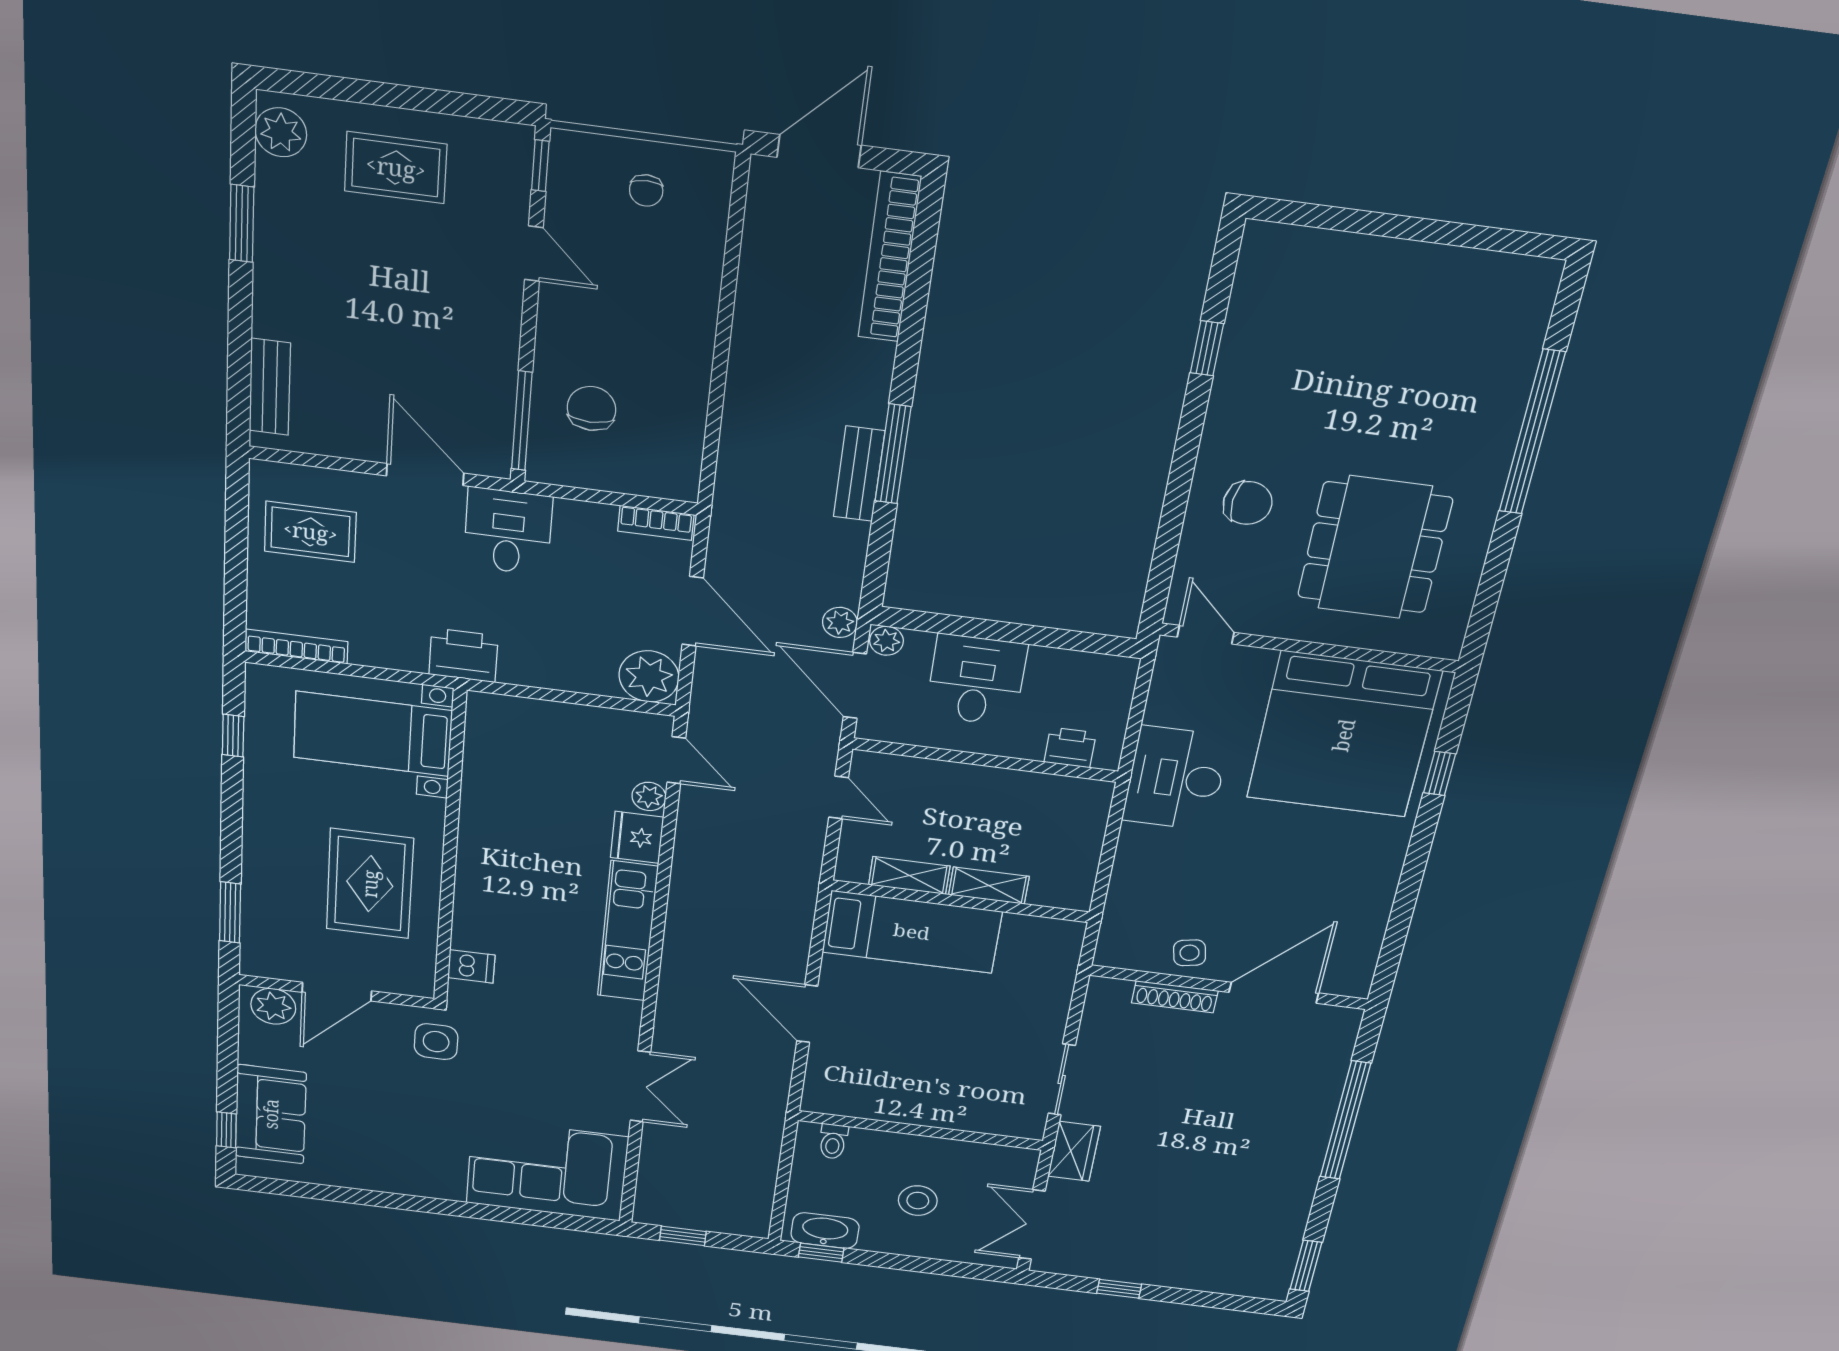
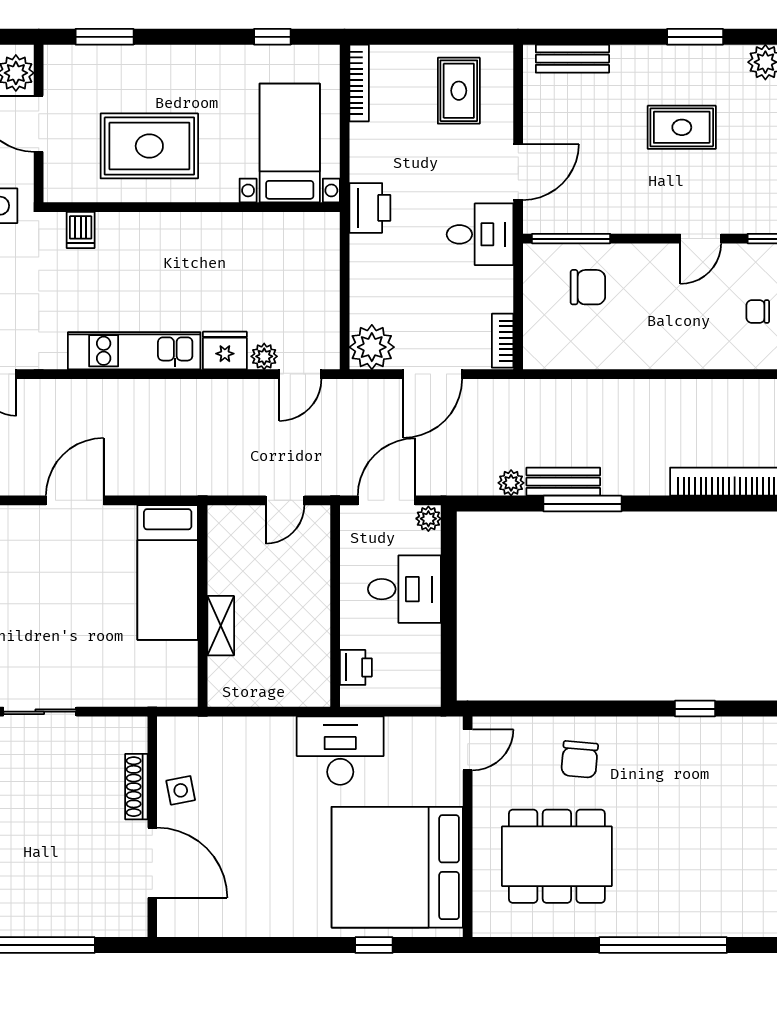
rug: (396, 168) -> (682, 127), moved, turned 90
plant: (840, 622) -> (511, 483), moved
shelving: (909, 875) -> (221, 563), removed

